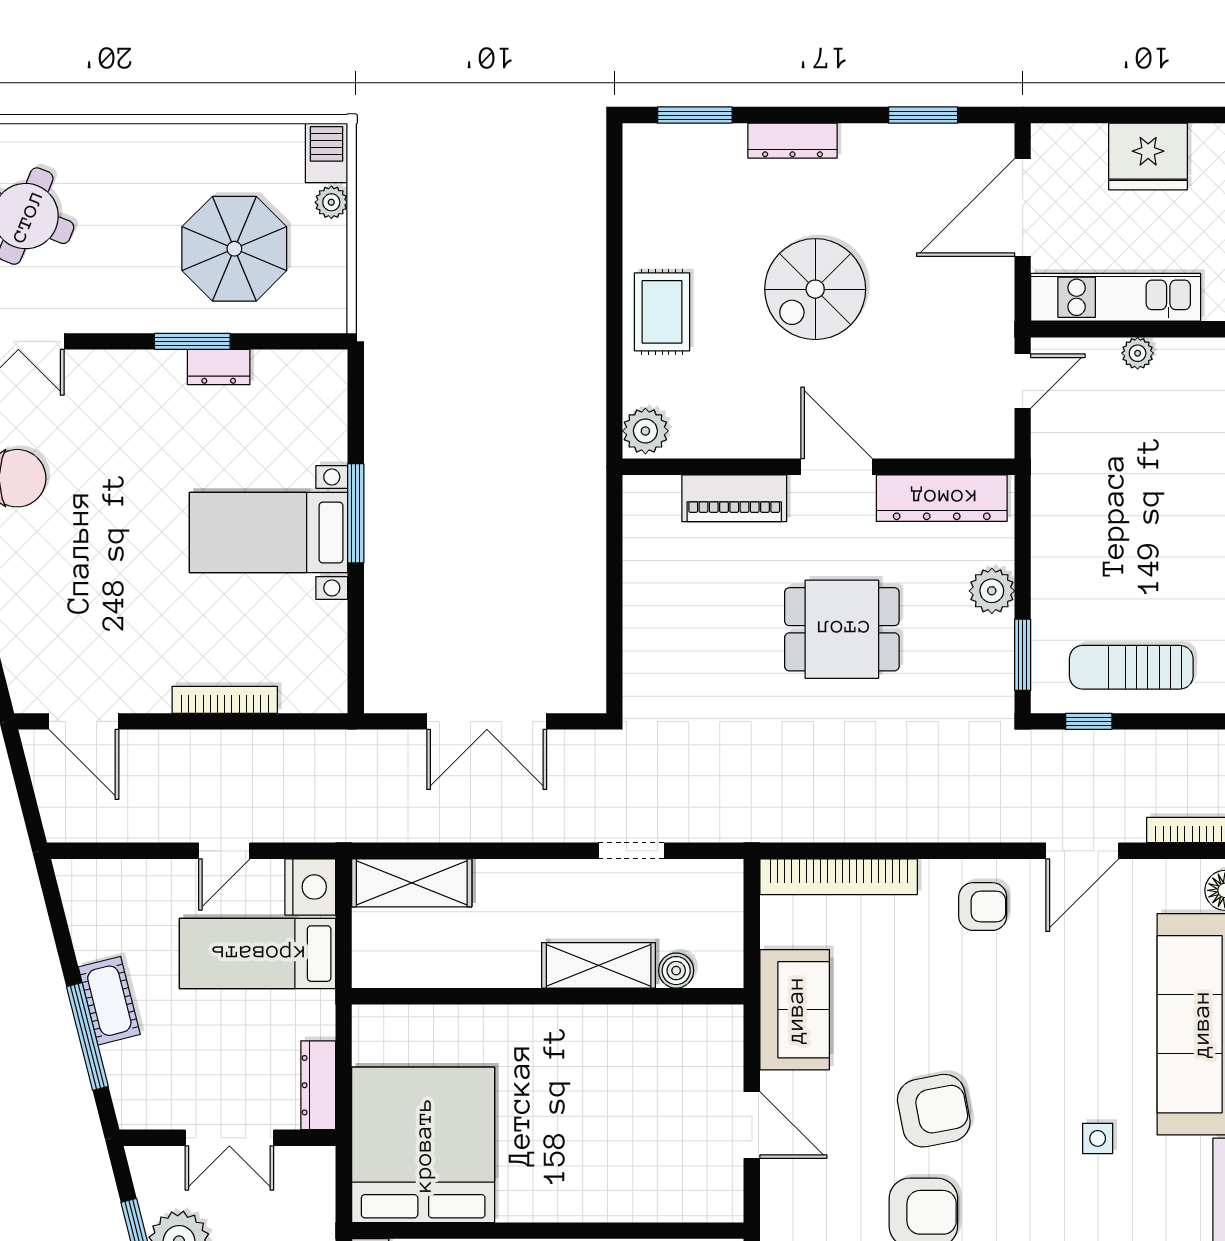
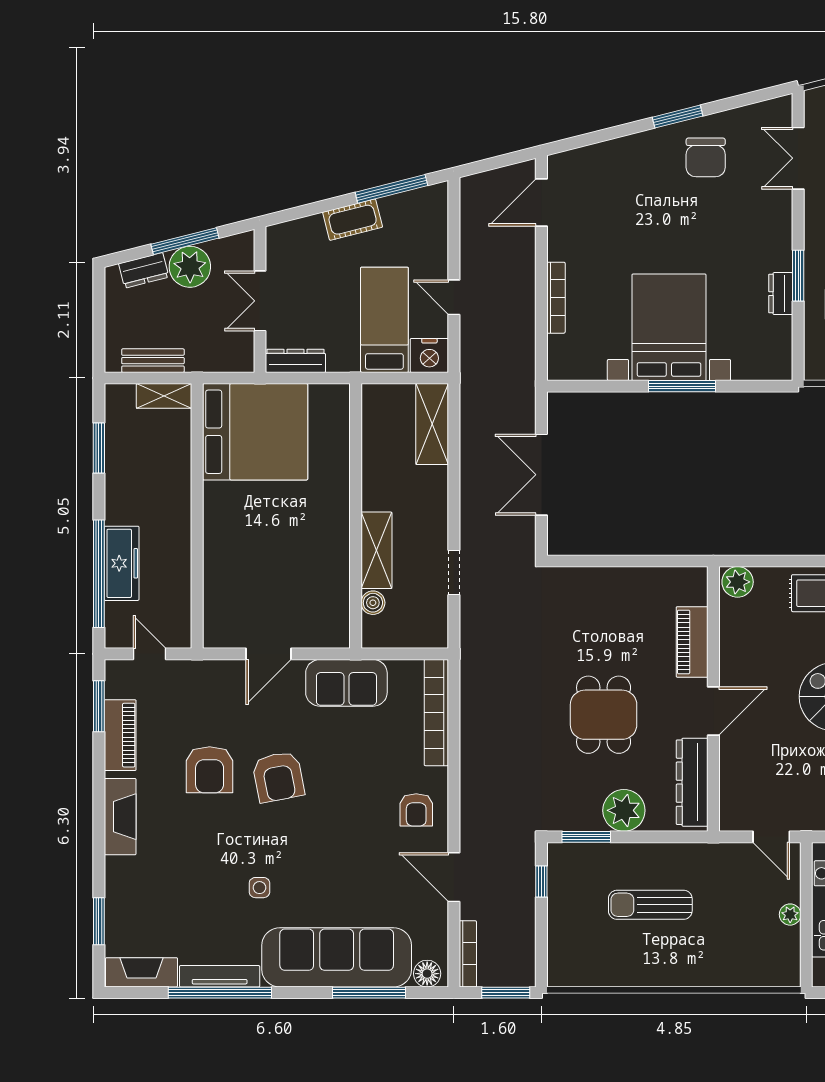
bed with nightstands: (269, 532) -> (669, 327), width x1.36
plant: (992, 591) -> (624, 810), width x1.36, depth x1.36
sun lounger: (1131, 667) -> (650, 905), moved, turned -90
window: (87, 1036) -> (391, 189), moved

